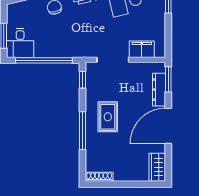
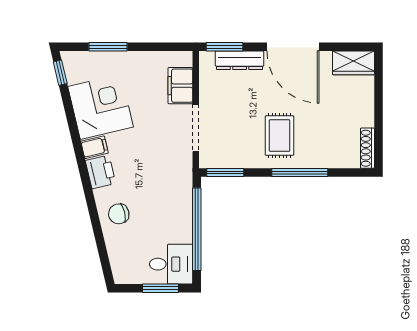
window: (82, 80) -> (225, 173), width x1.50
rug: (108, 117) -> (280, 136), turned 90

